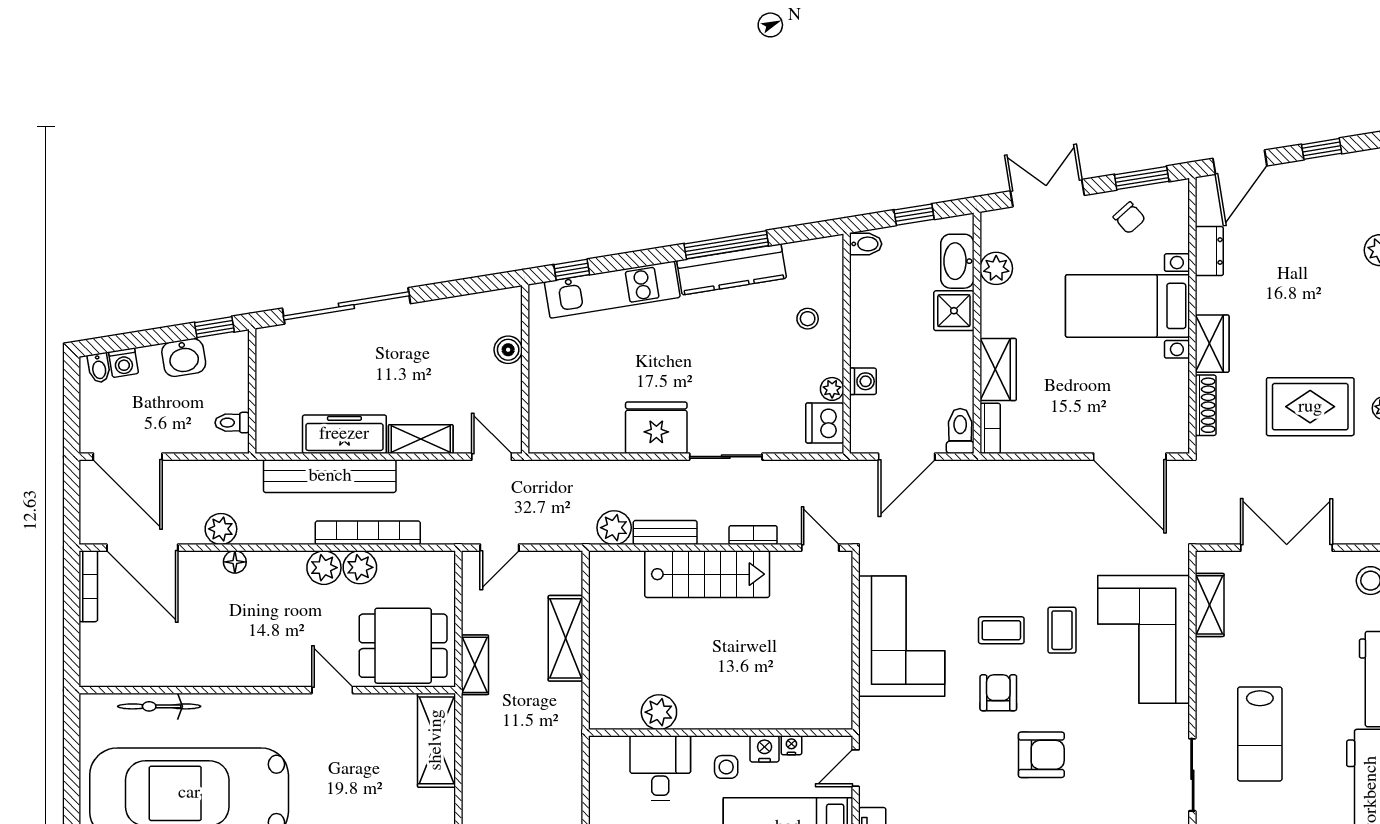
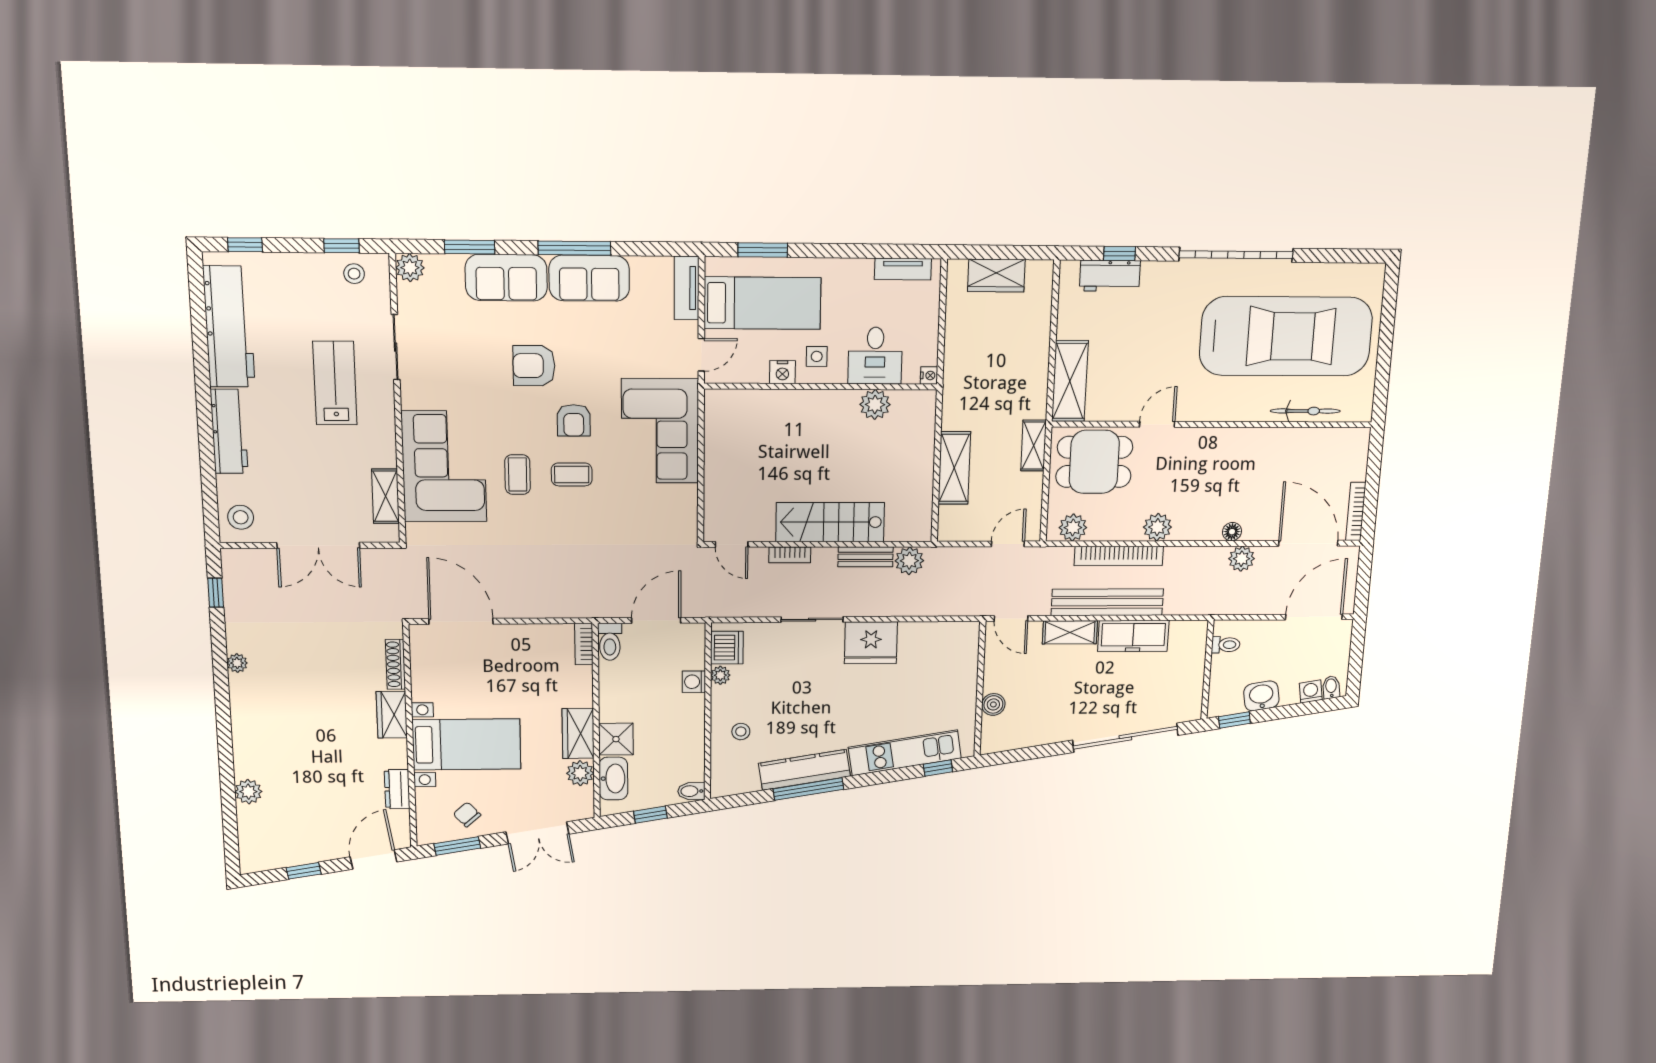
wardrobe: (998, 369) -> (578, 733), moved
rug: (1310, 407) -> (303, 664), removed
door: (128, 457) -> (1314, 617), hinge flipped
bench: (330, 476) -> (1107, 602), moved
plant: (360, 567) -> (1073, 528), moved
corner sofa: (902, 636) -> (660, 431), moved
door: (332, 690) -> (1157, 424), swing flipped
nightstand: (791, 745) -> (929, 375), moved, turned -90

